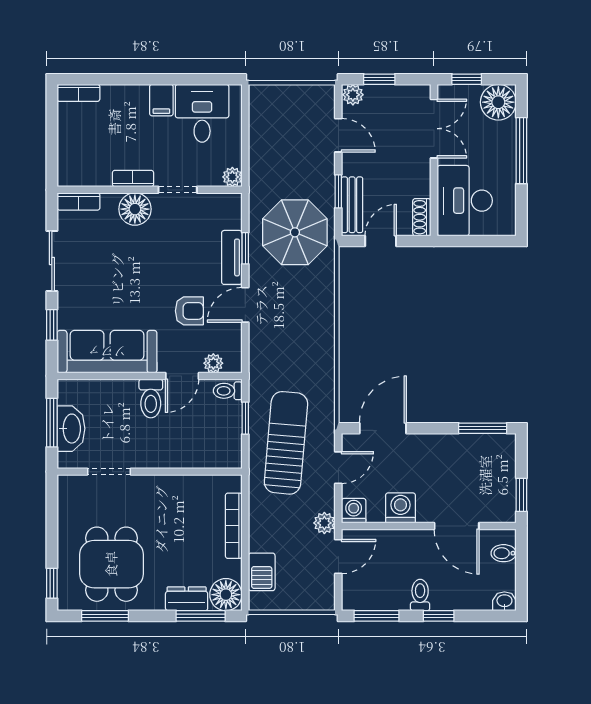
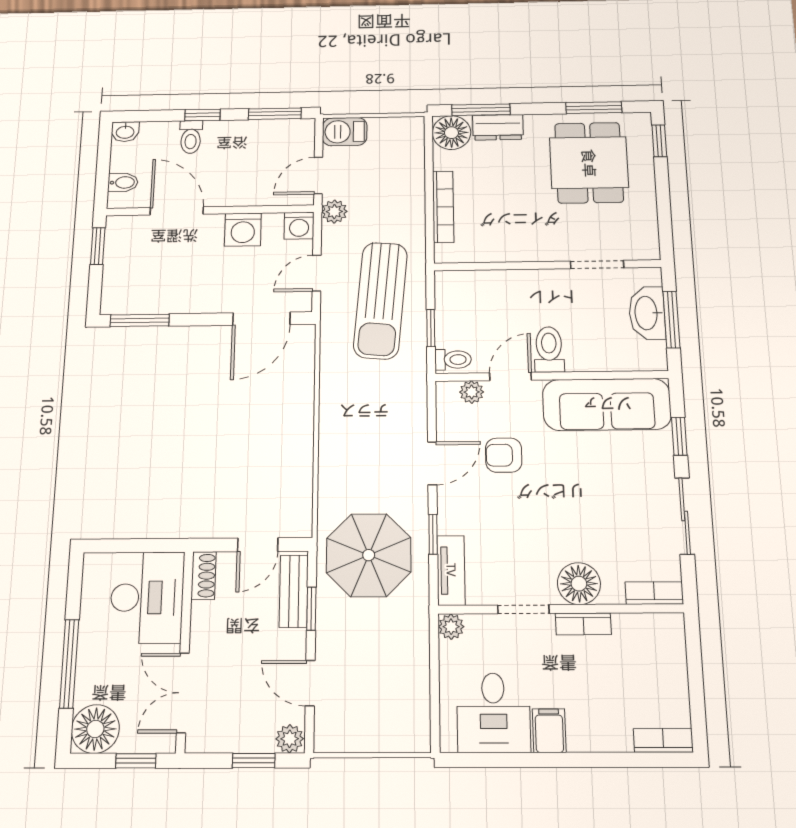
tv unit: (232, 257) -> (451, 570), moved
barbecue: (262, 572) -> (345, 132), moved, turned -90
toilet: (420, 595) -> (191, 137), moved

